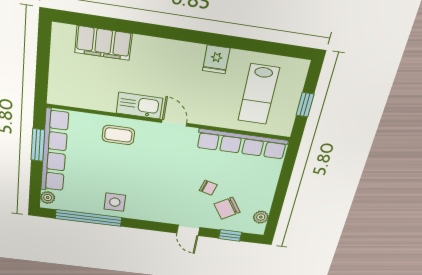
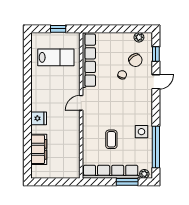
fridge: (216, 59) -> (39, 118), moved
kitchen sink: (140, 106) -> (73, 125), removed
coffee table: (118, 135) -> (111, 139), moved
window: (38, 145) -> (127, 182), moved

